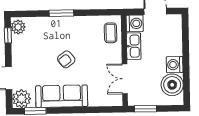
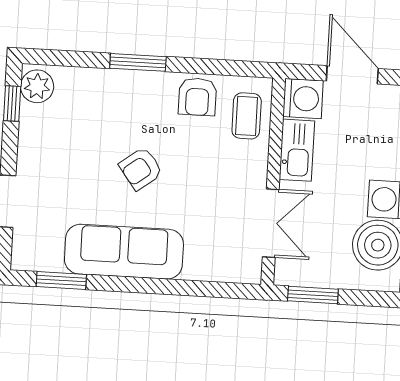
armchair: (88, 26) -> (197, 97), added
double door: (125, 79) -> (271, 223), swing flipped
plant: (22, 99) -> (32, 250), removed

